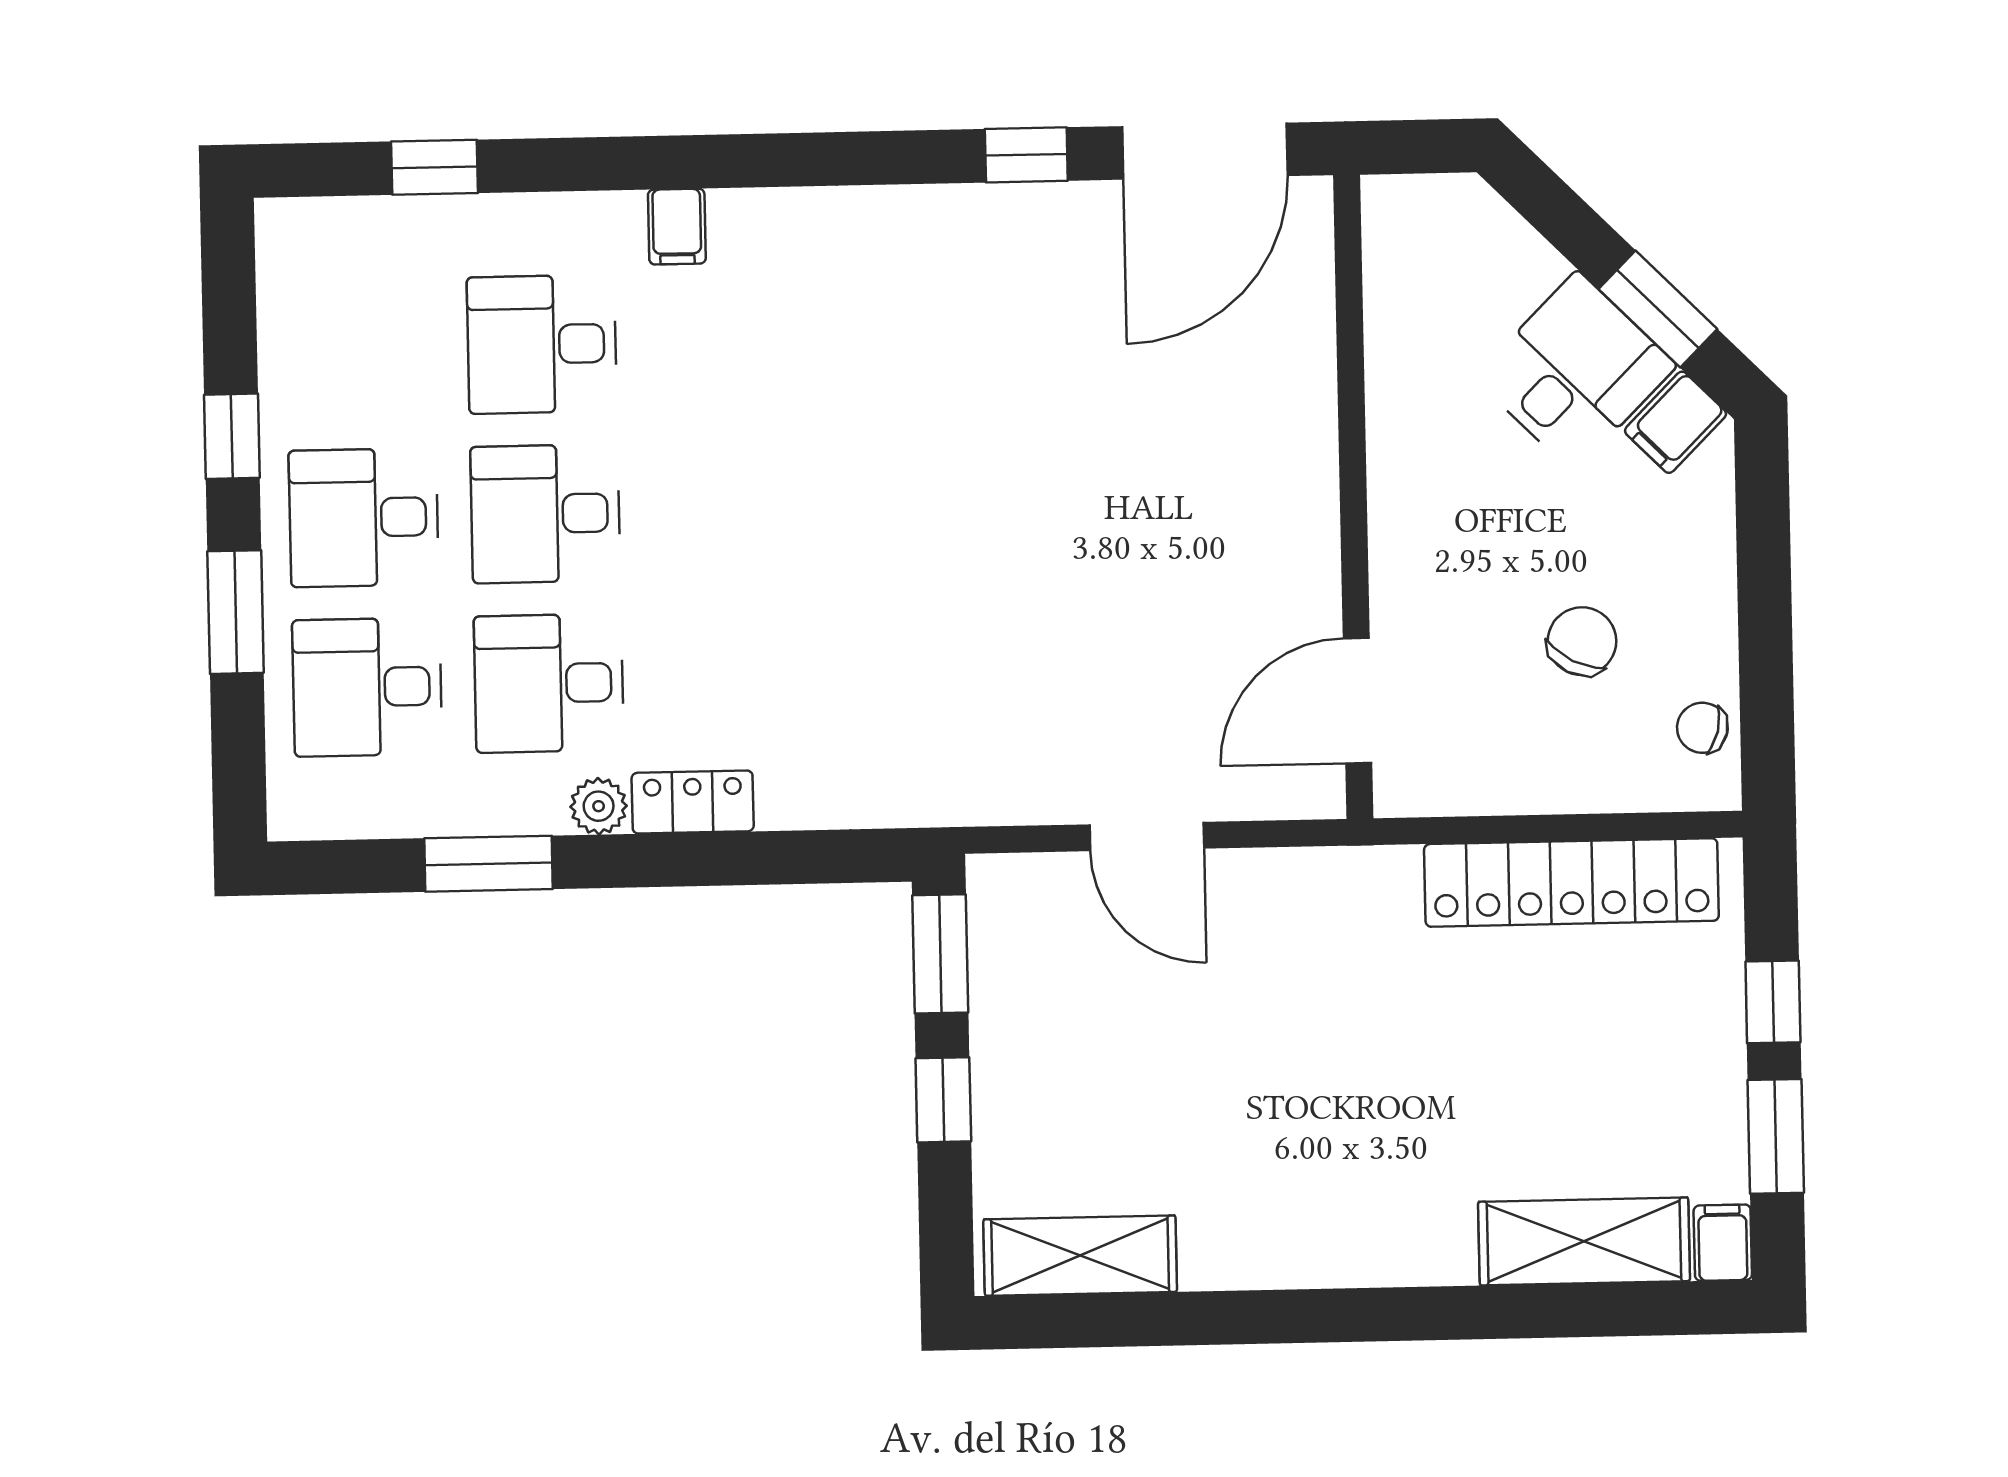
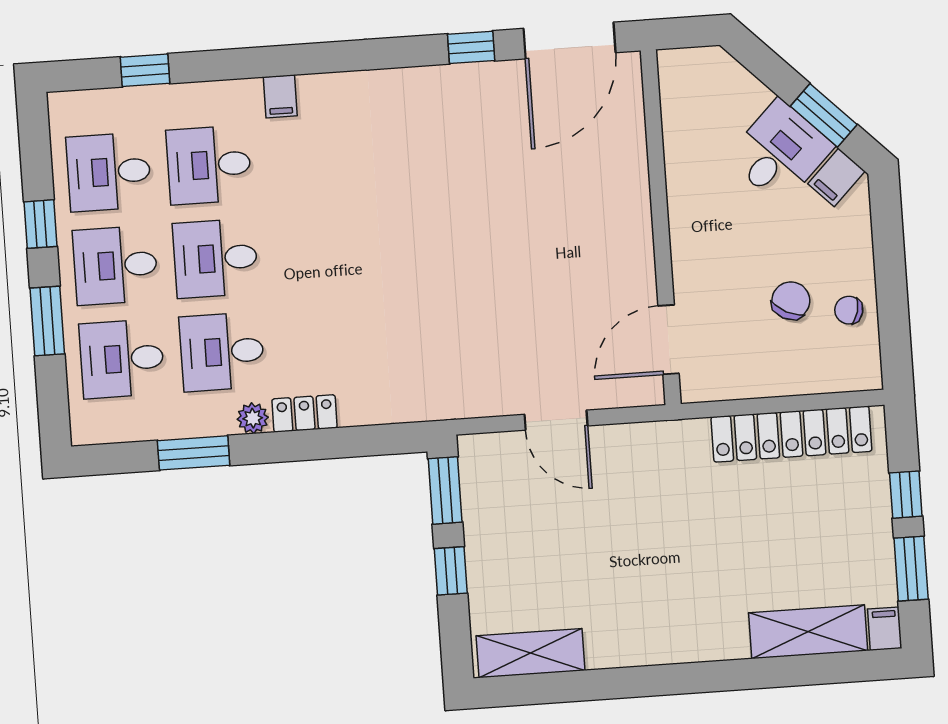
desk: (360, 348) -> (109, 172), added
chair: (1702, 728) -> (849, 310), moved

